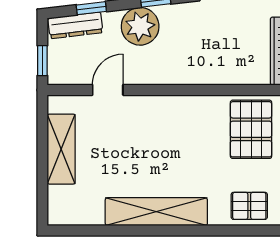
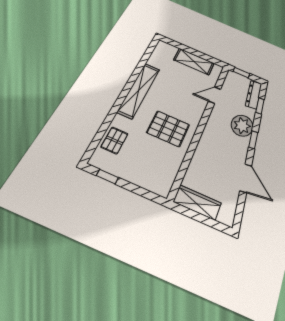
door: (108, 90) -> (215, 95), swing flipped
pallet: (251, 129) -> (168, 129), moved

